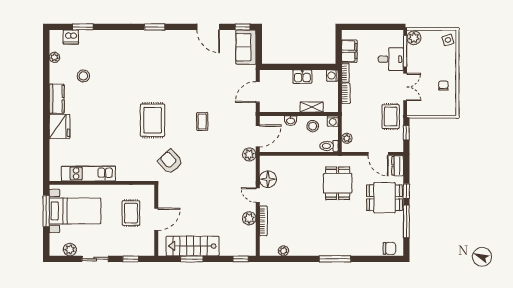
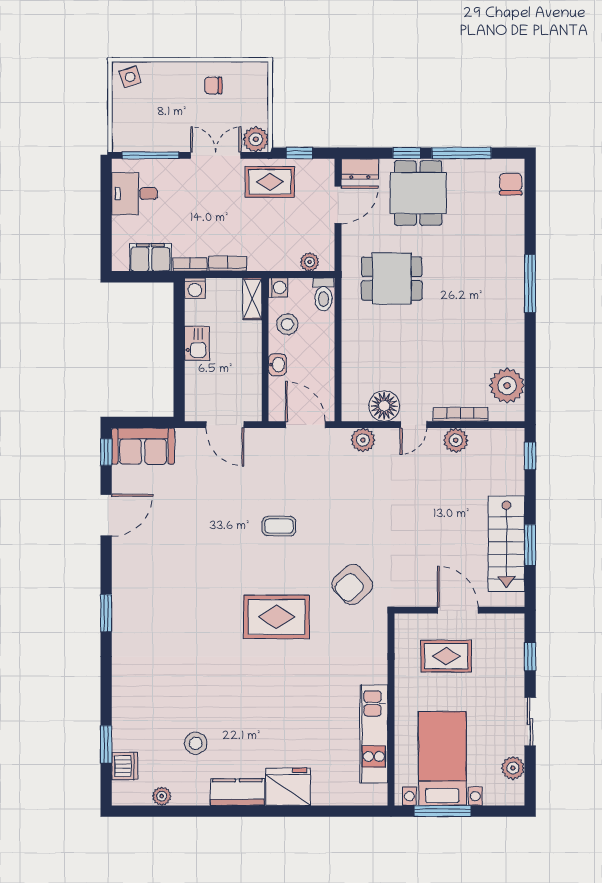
plant: (414, 38) -> (256, 139), moved
desk: (391, 59) -> (134, 194), moved, turned -90
shelving: (312, 107) -> (252, 299), moved
plant: (249, 154) -> (363, 440), moved
plant: (284, 251) -> (507, 386), width x1.88, depth x1.88

